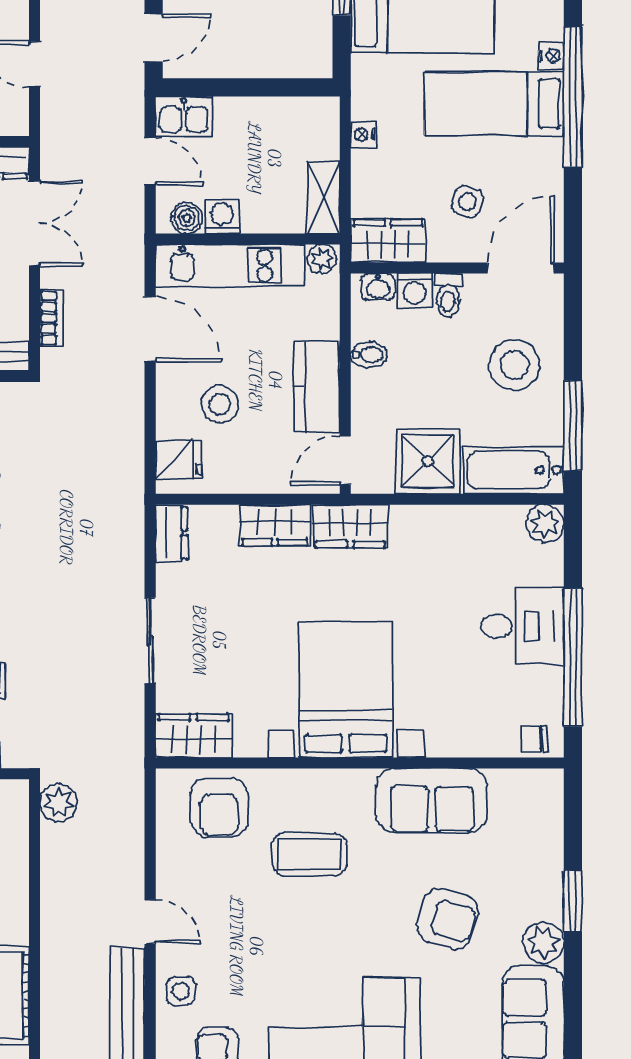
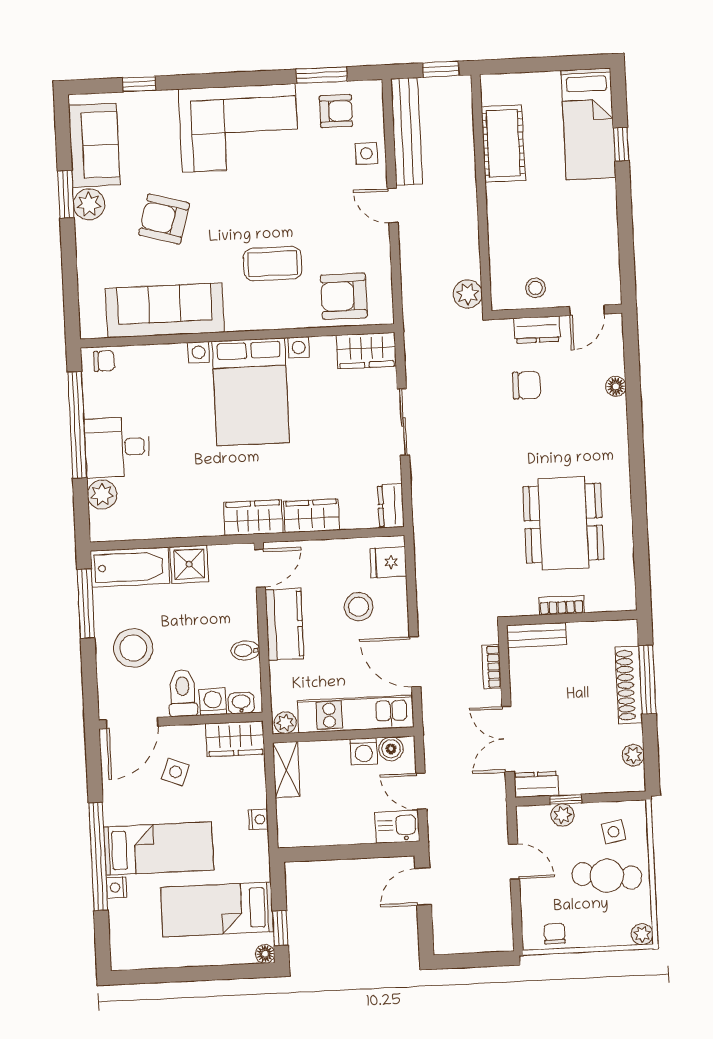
toilet: (448, 295) -> (183, 693), width x1.37, depth x1.39
shower: (428, 461) -> (189, 564), width x0.73, depth x0.73
plant: (545, 524) -> (102, 495), moved
sofa: (432, 801) -> (165, 310), width x1.36
armchair: (219, 808) -> (344, 296), turned -90
window: (573, 901) -> (66, 194), moved

